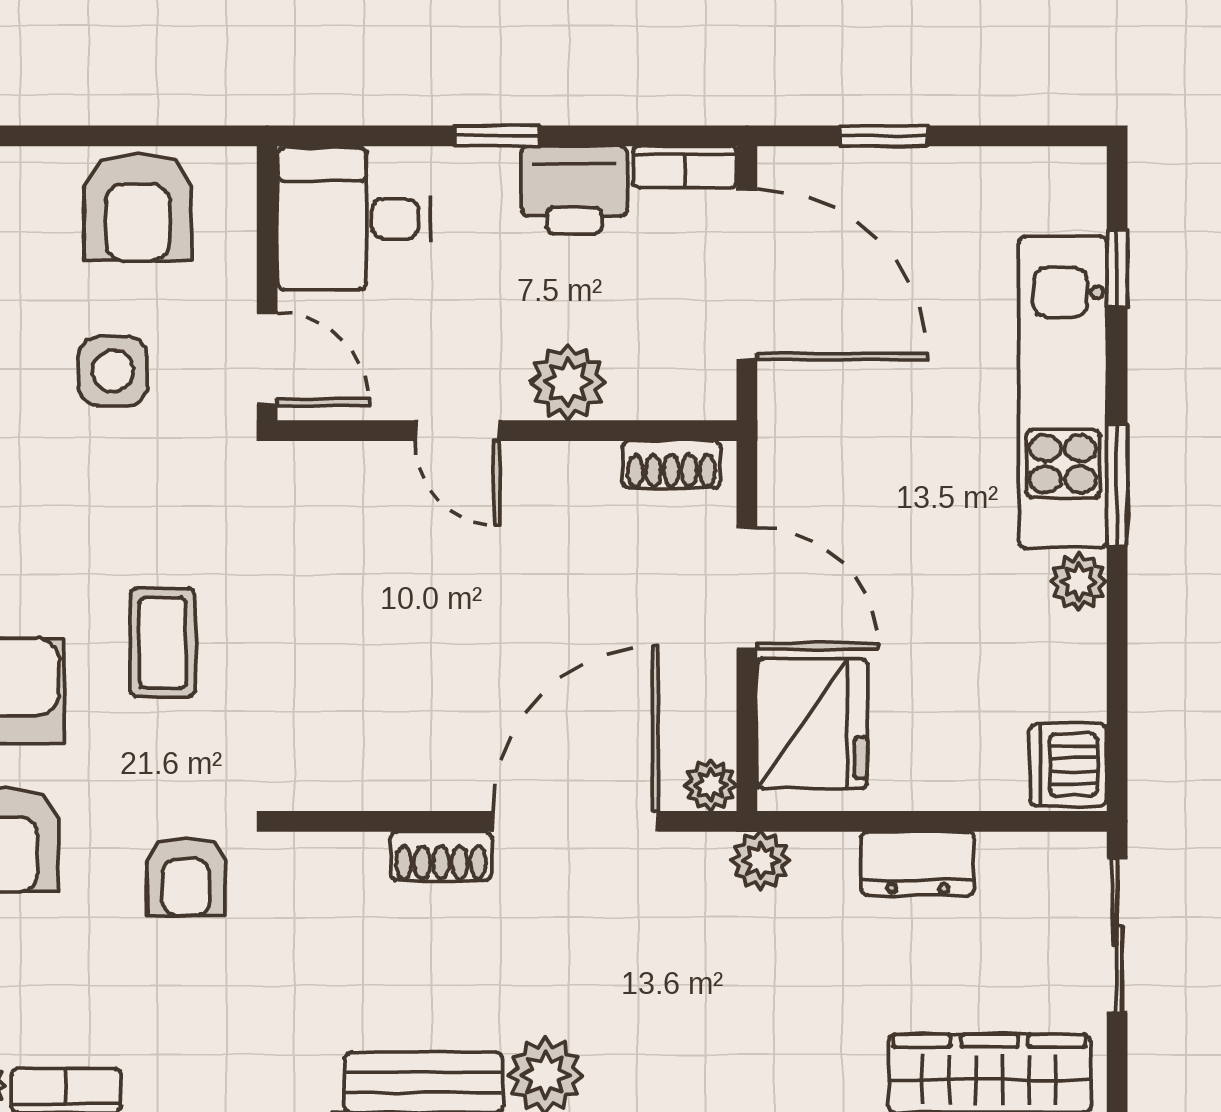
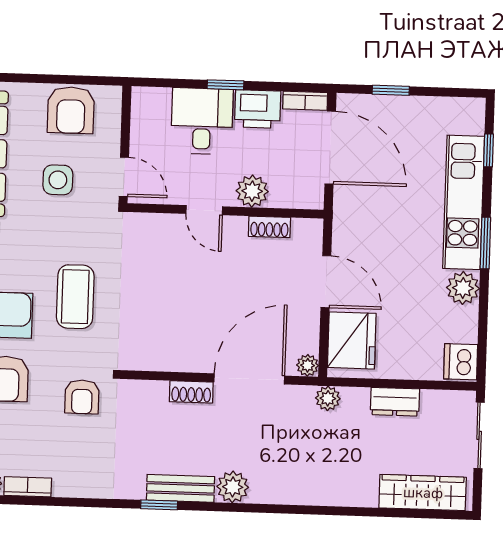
desk: (354, 219) -> (202, 121), moved, turned 90
shoe rack: (671, 465) -> (269, 227), moved
plant: (1079, 582) -> (463, 288), width x1.38, depth x1.38
coffee table: (163, 643) -> (75, 297), width x1.36, depth x1.30

